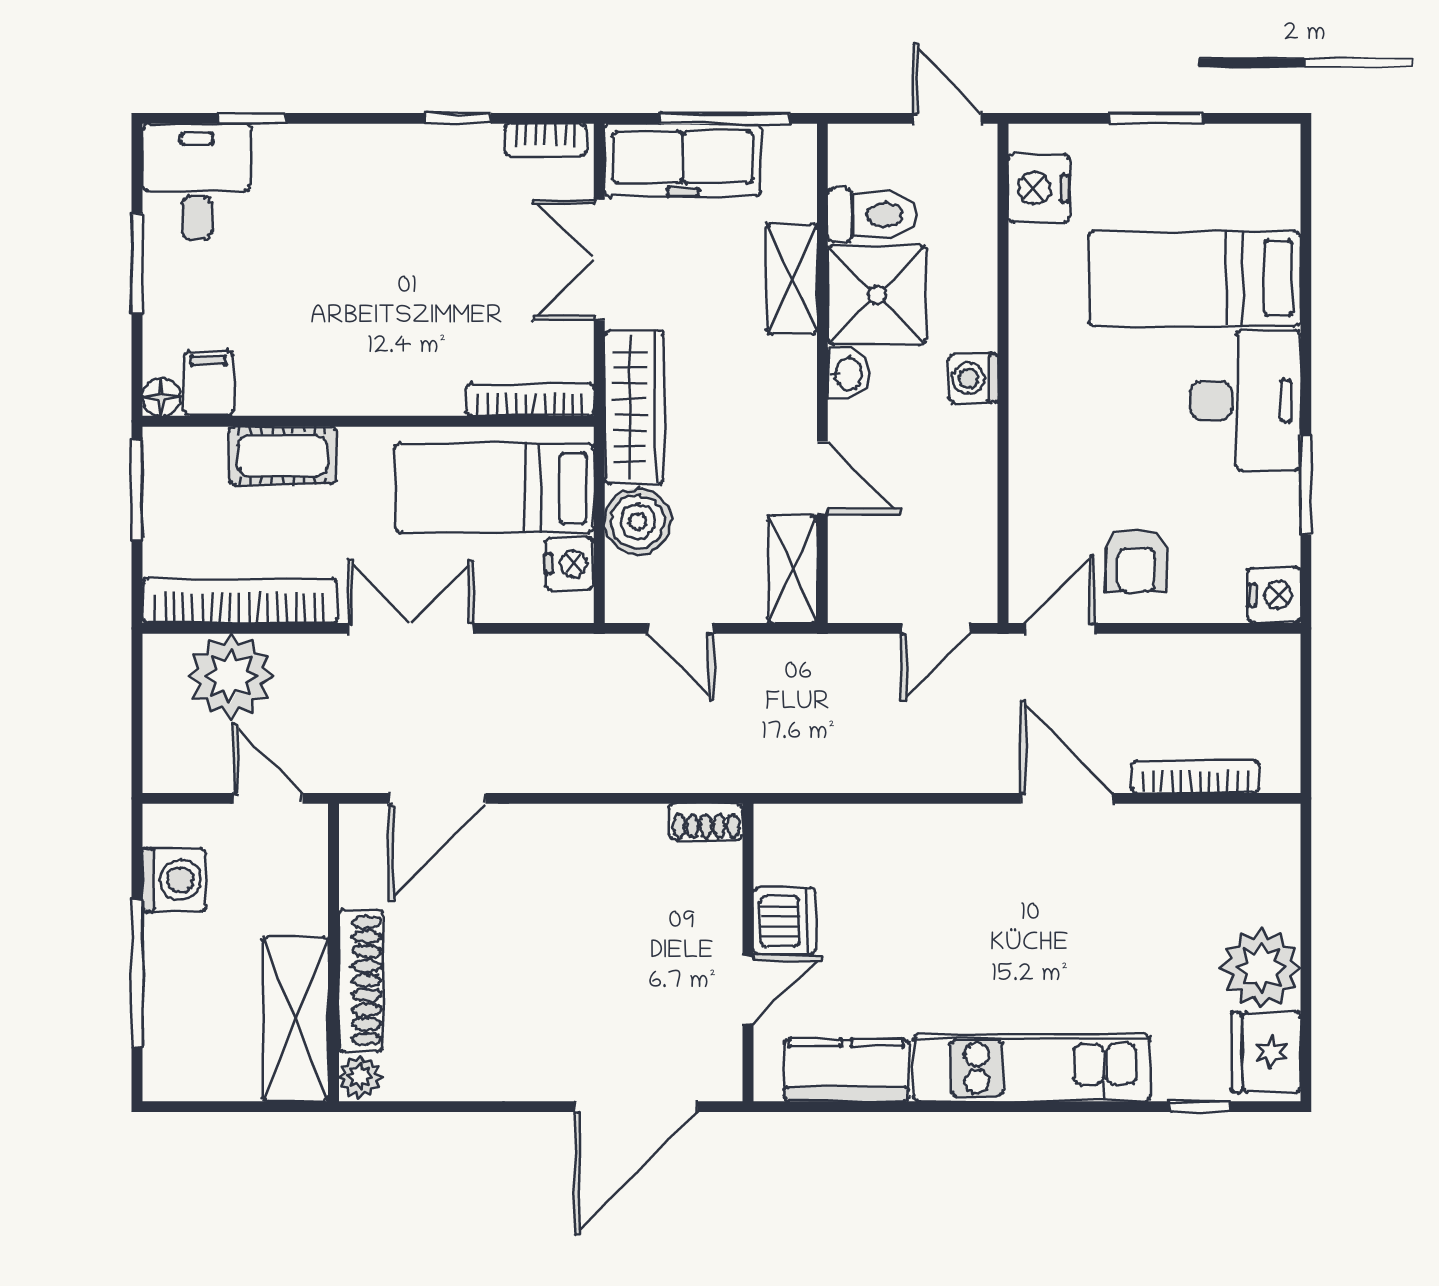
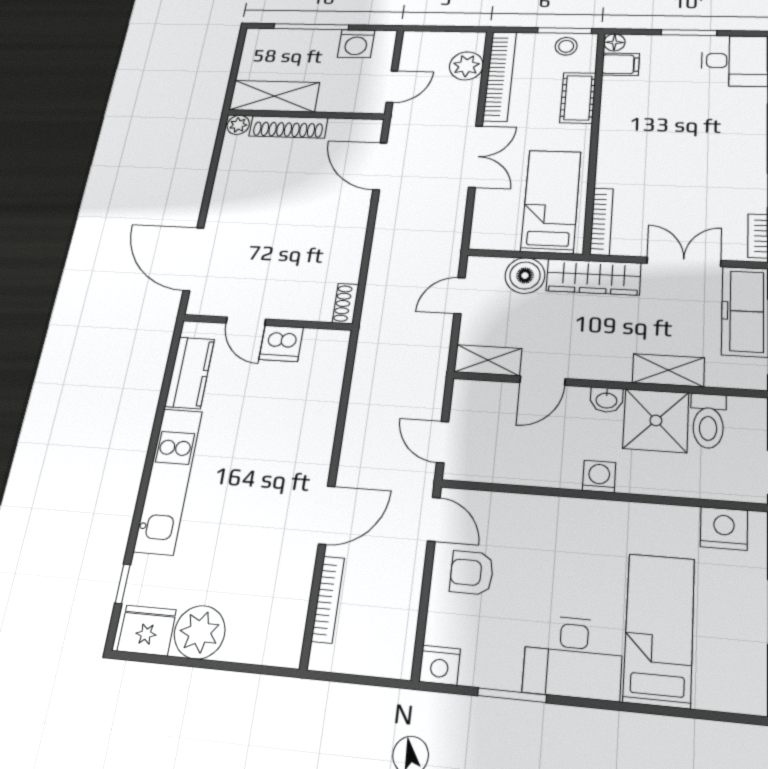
stool: (172, 484) -> (566, 46), added
nightstand: (570, 564) -> (504, 238), removed
plant: (230, 676) -> (466, 66), width x0.73, depth x0.73

